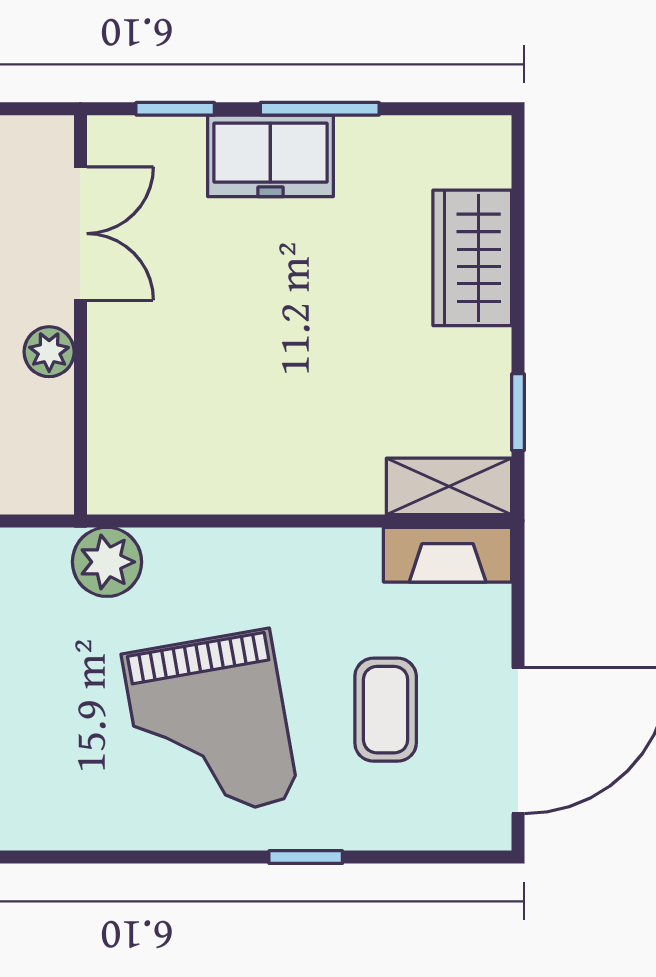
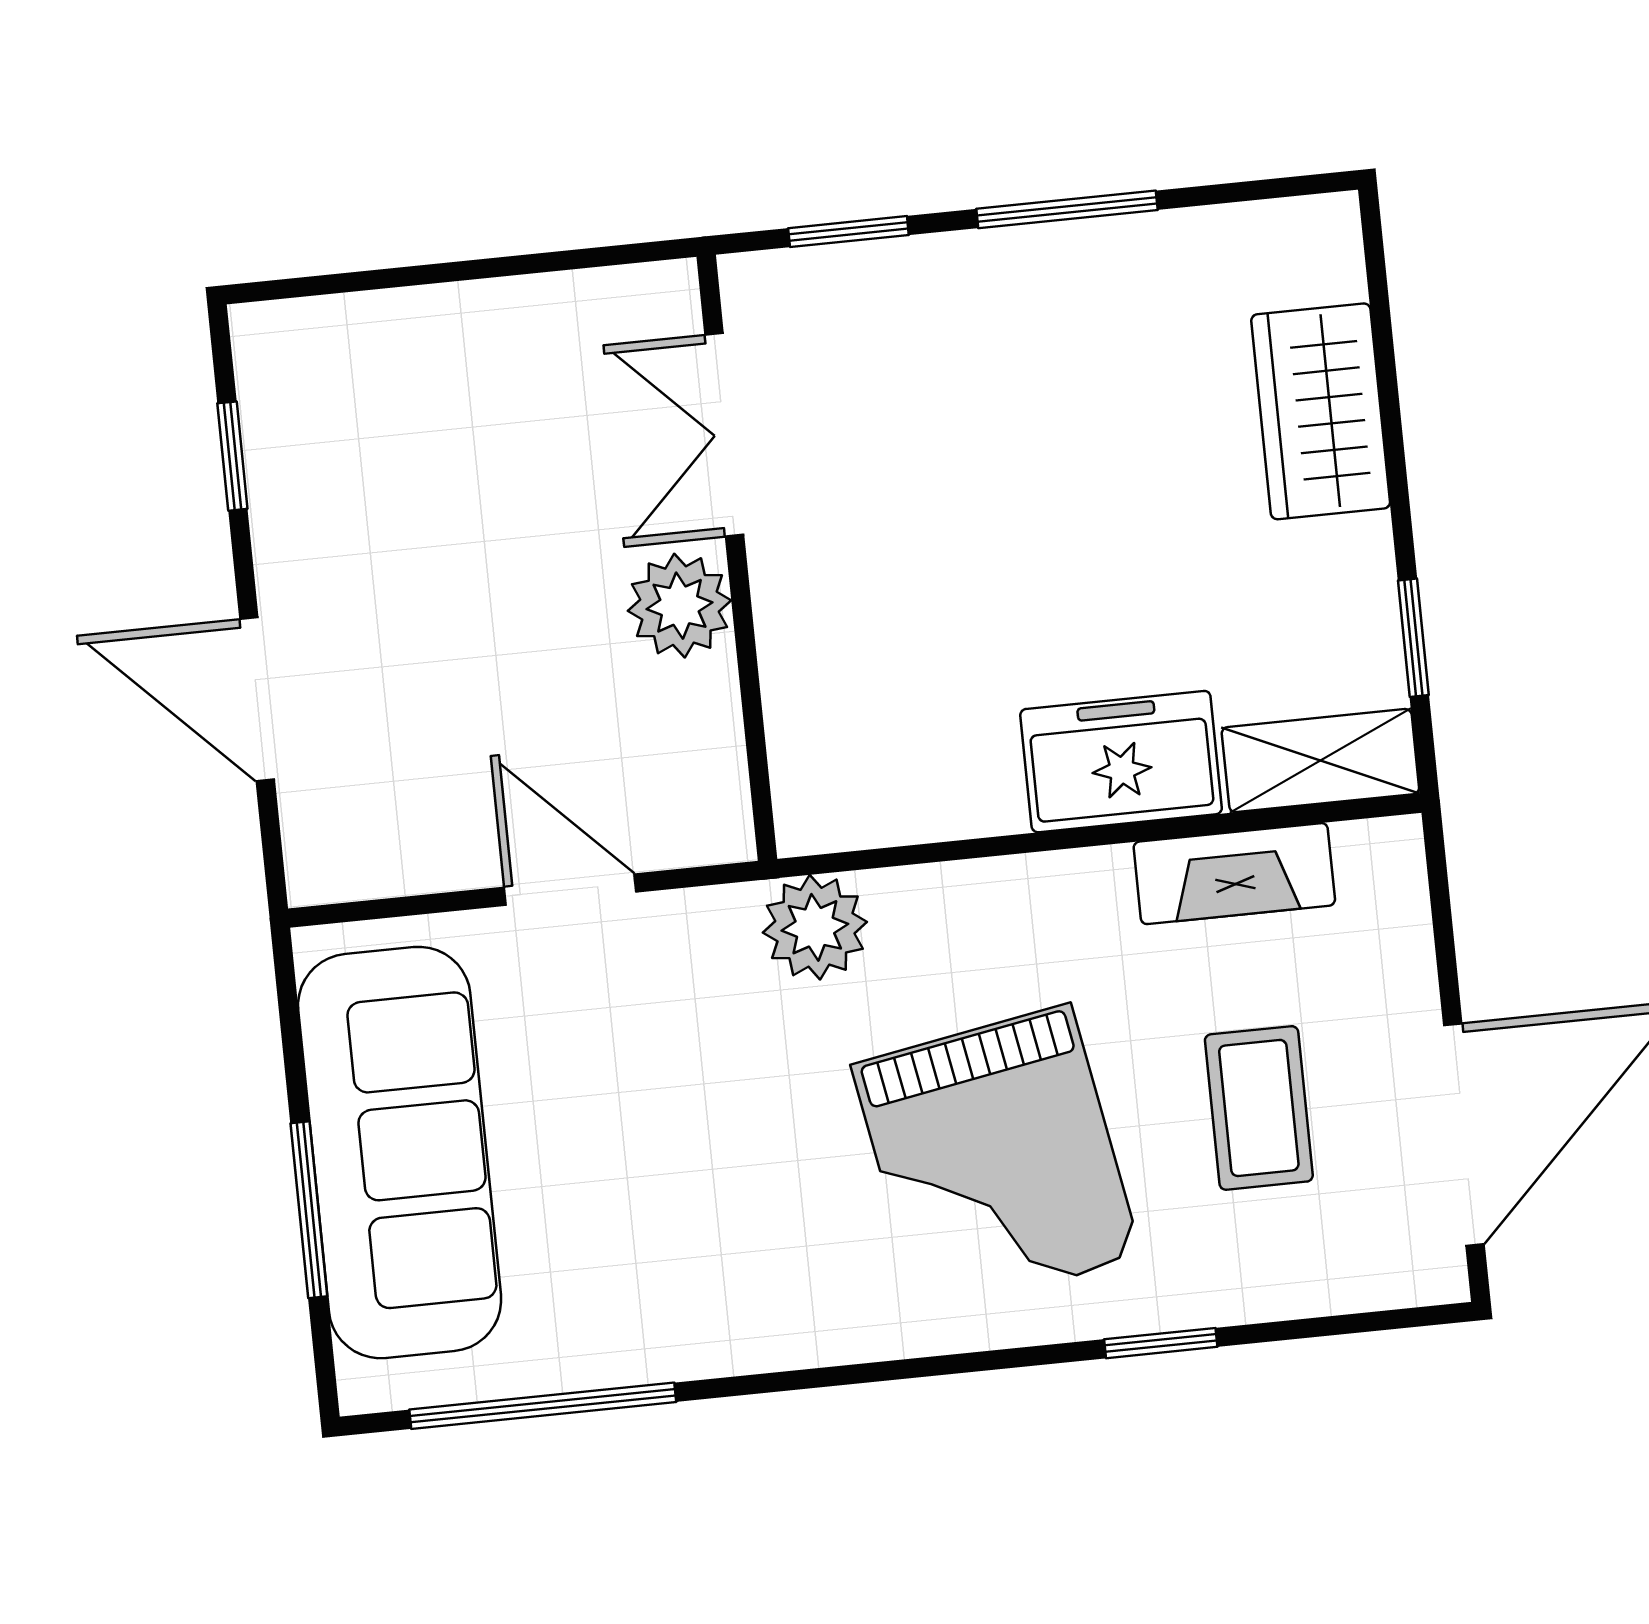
freezer: (270, 156) -> (1121, 762), moved, turned 180
double door: (80, 234) -> (724, 435), swing flipped
plant: (49, 352) -> (680, 606), width x1.38, depth x1.38
fireplace: (448, 555) -> (1234, 874), moved

